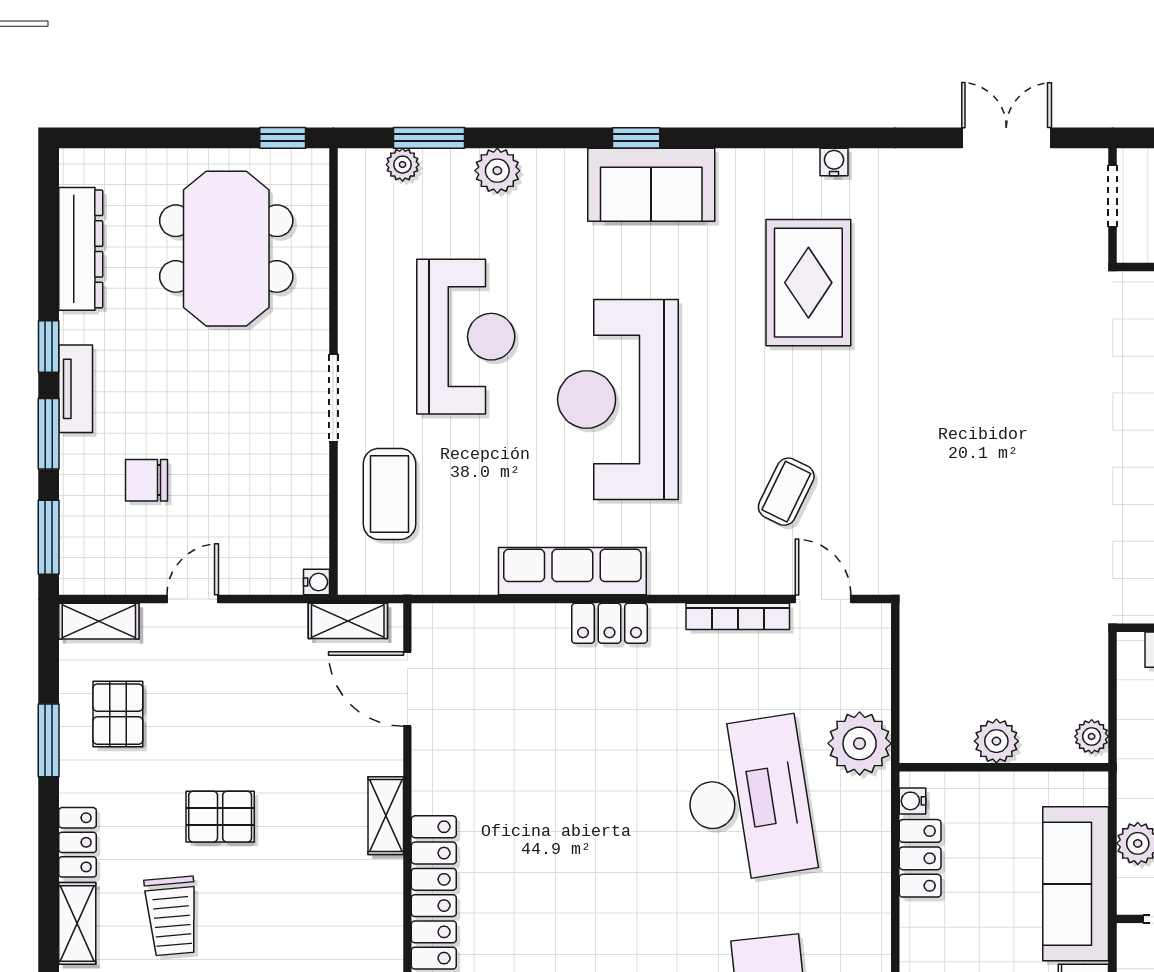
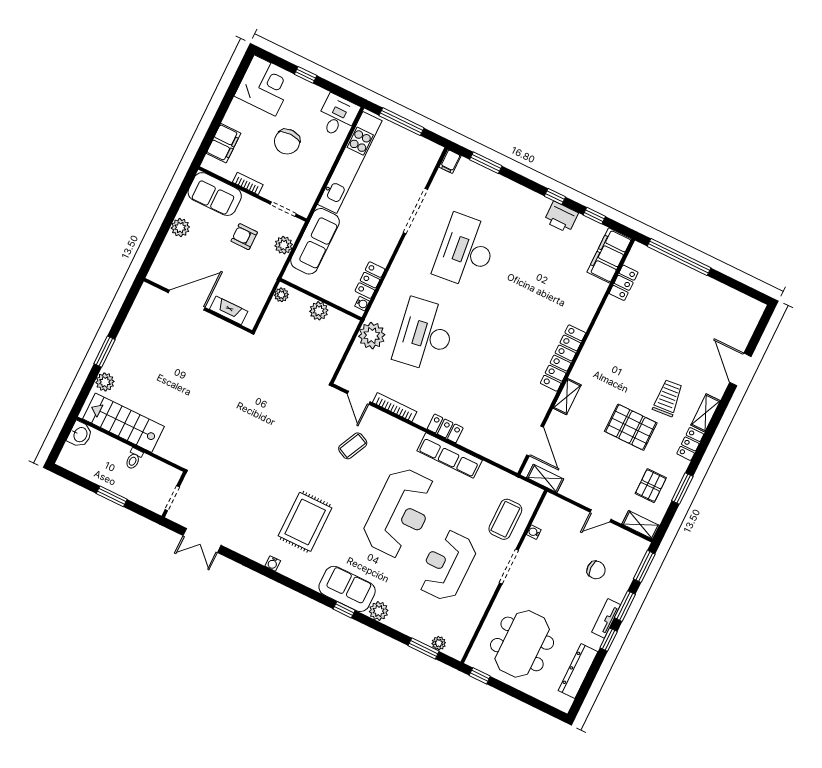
plant: (497, 171) -> (379, 611), moved
water cooler: (316, 582) -> (534, 532), moved
pallet: (220, 817) -> (631, 427), width x1.50, depth x1.42

